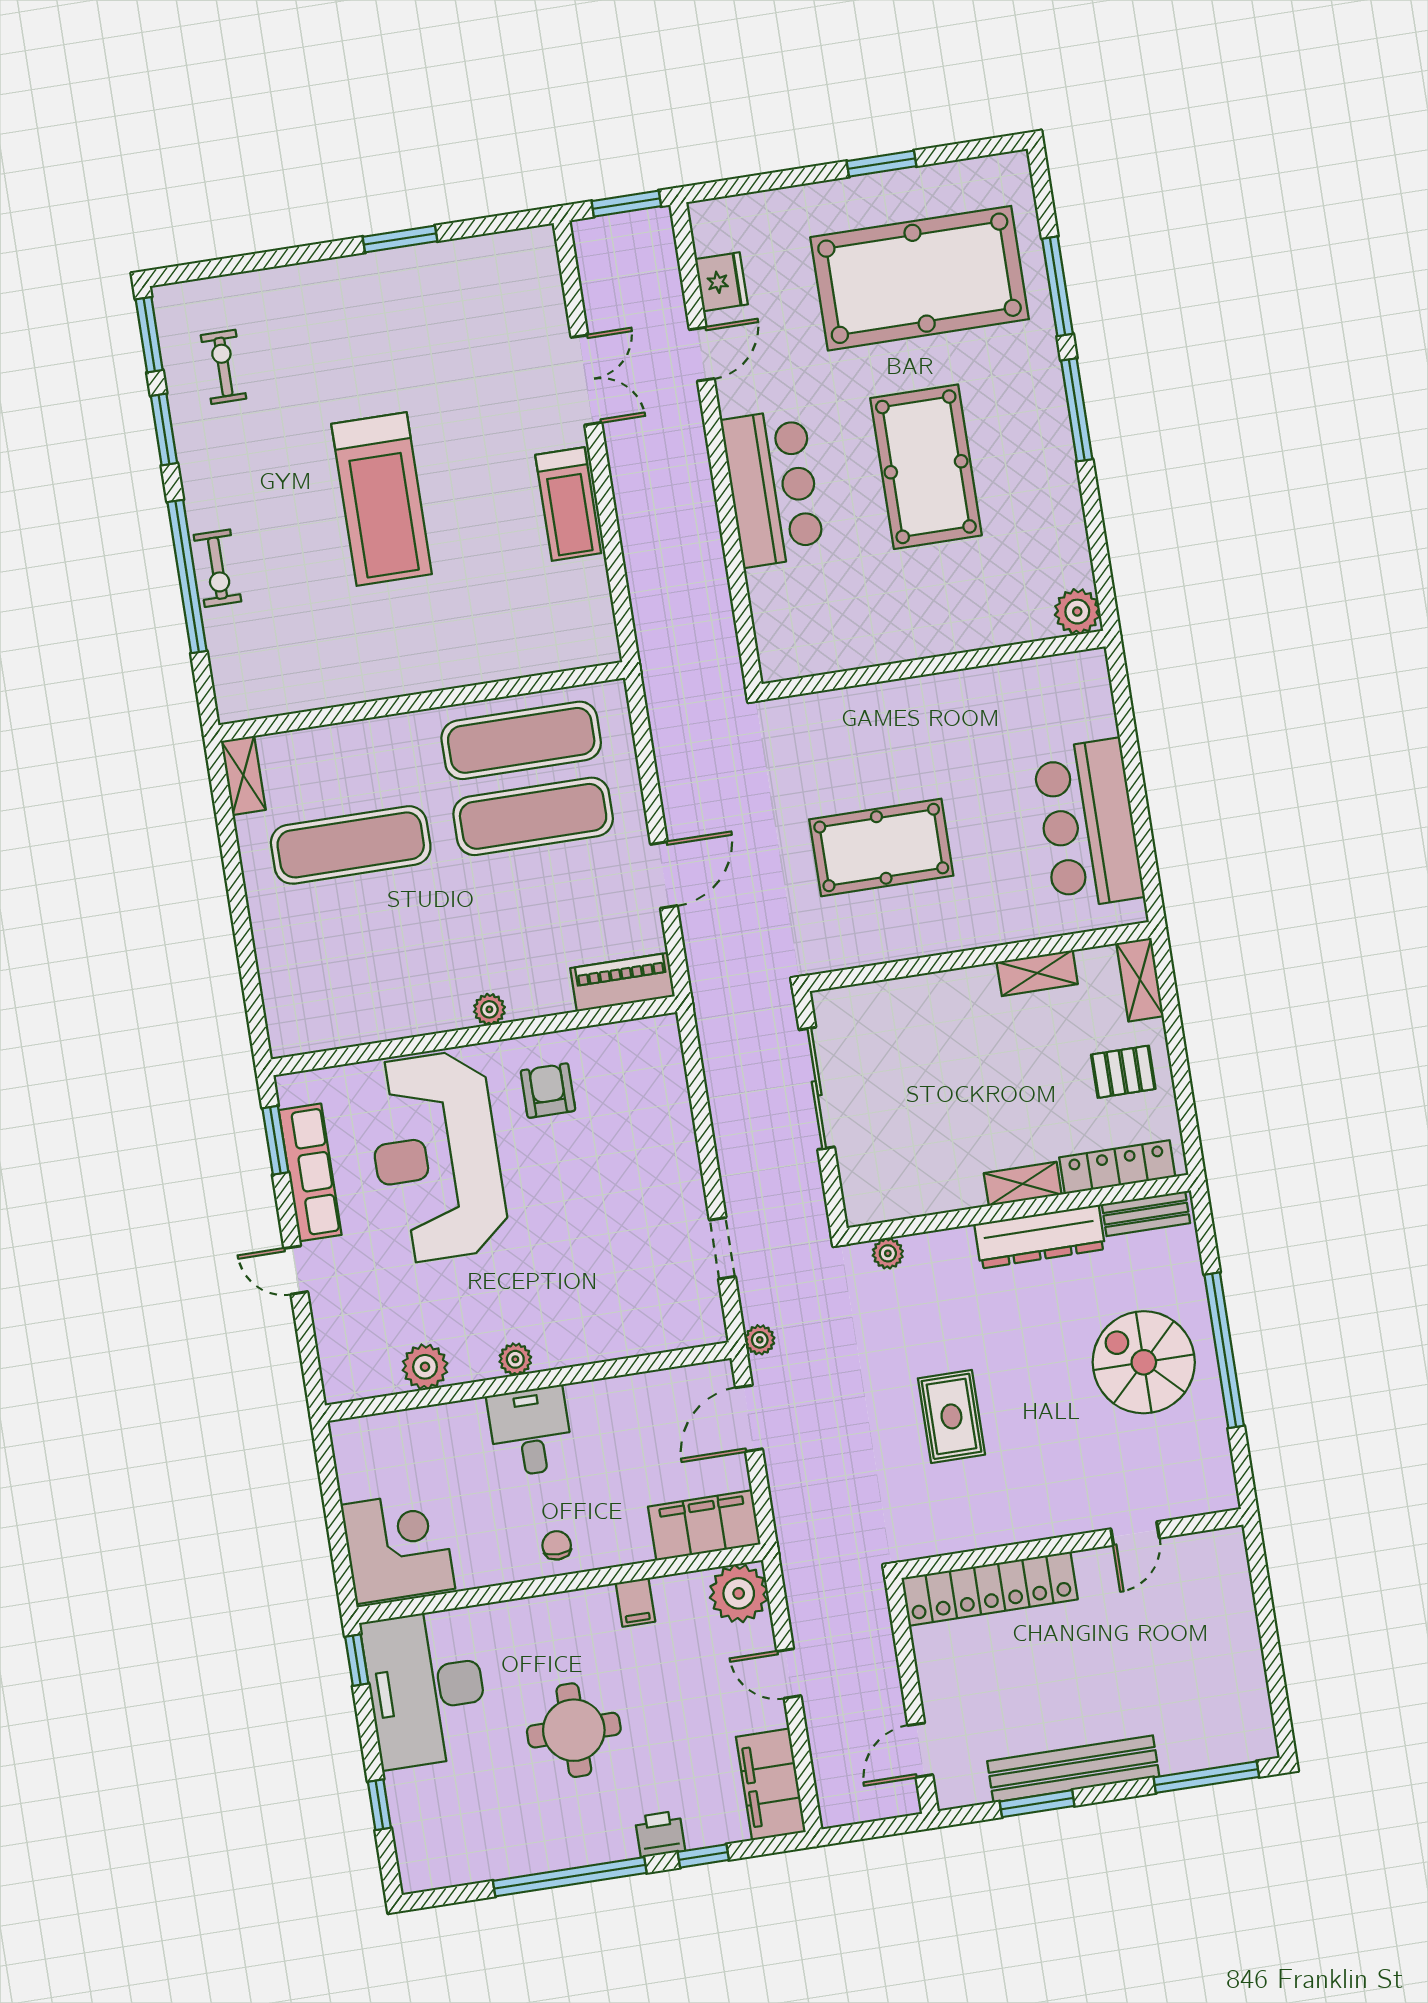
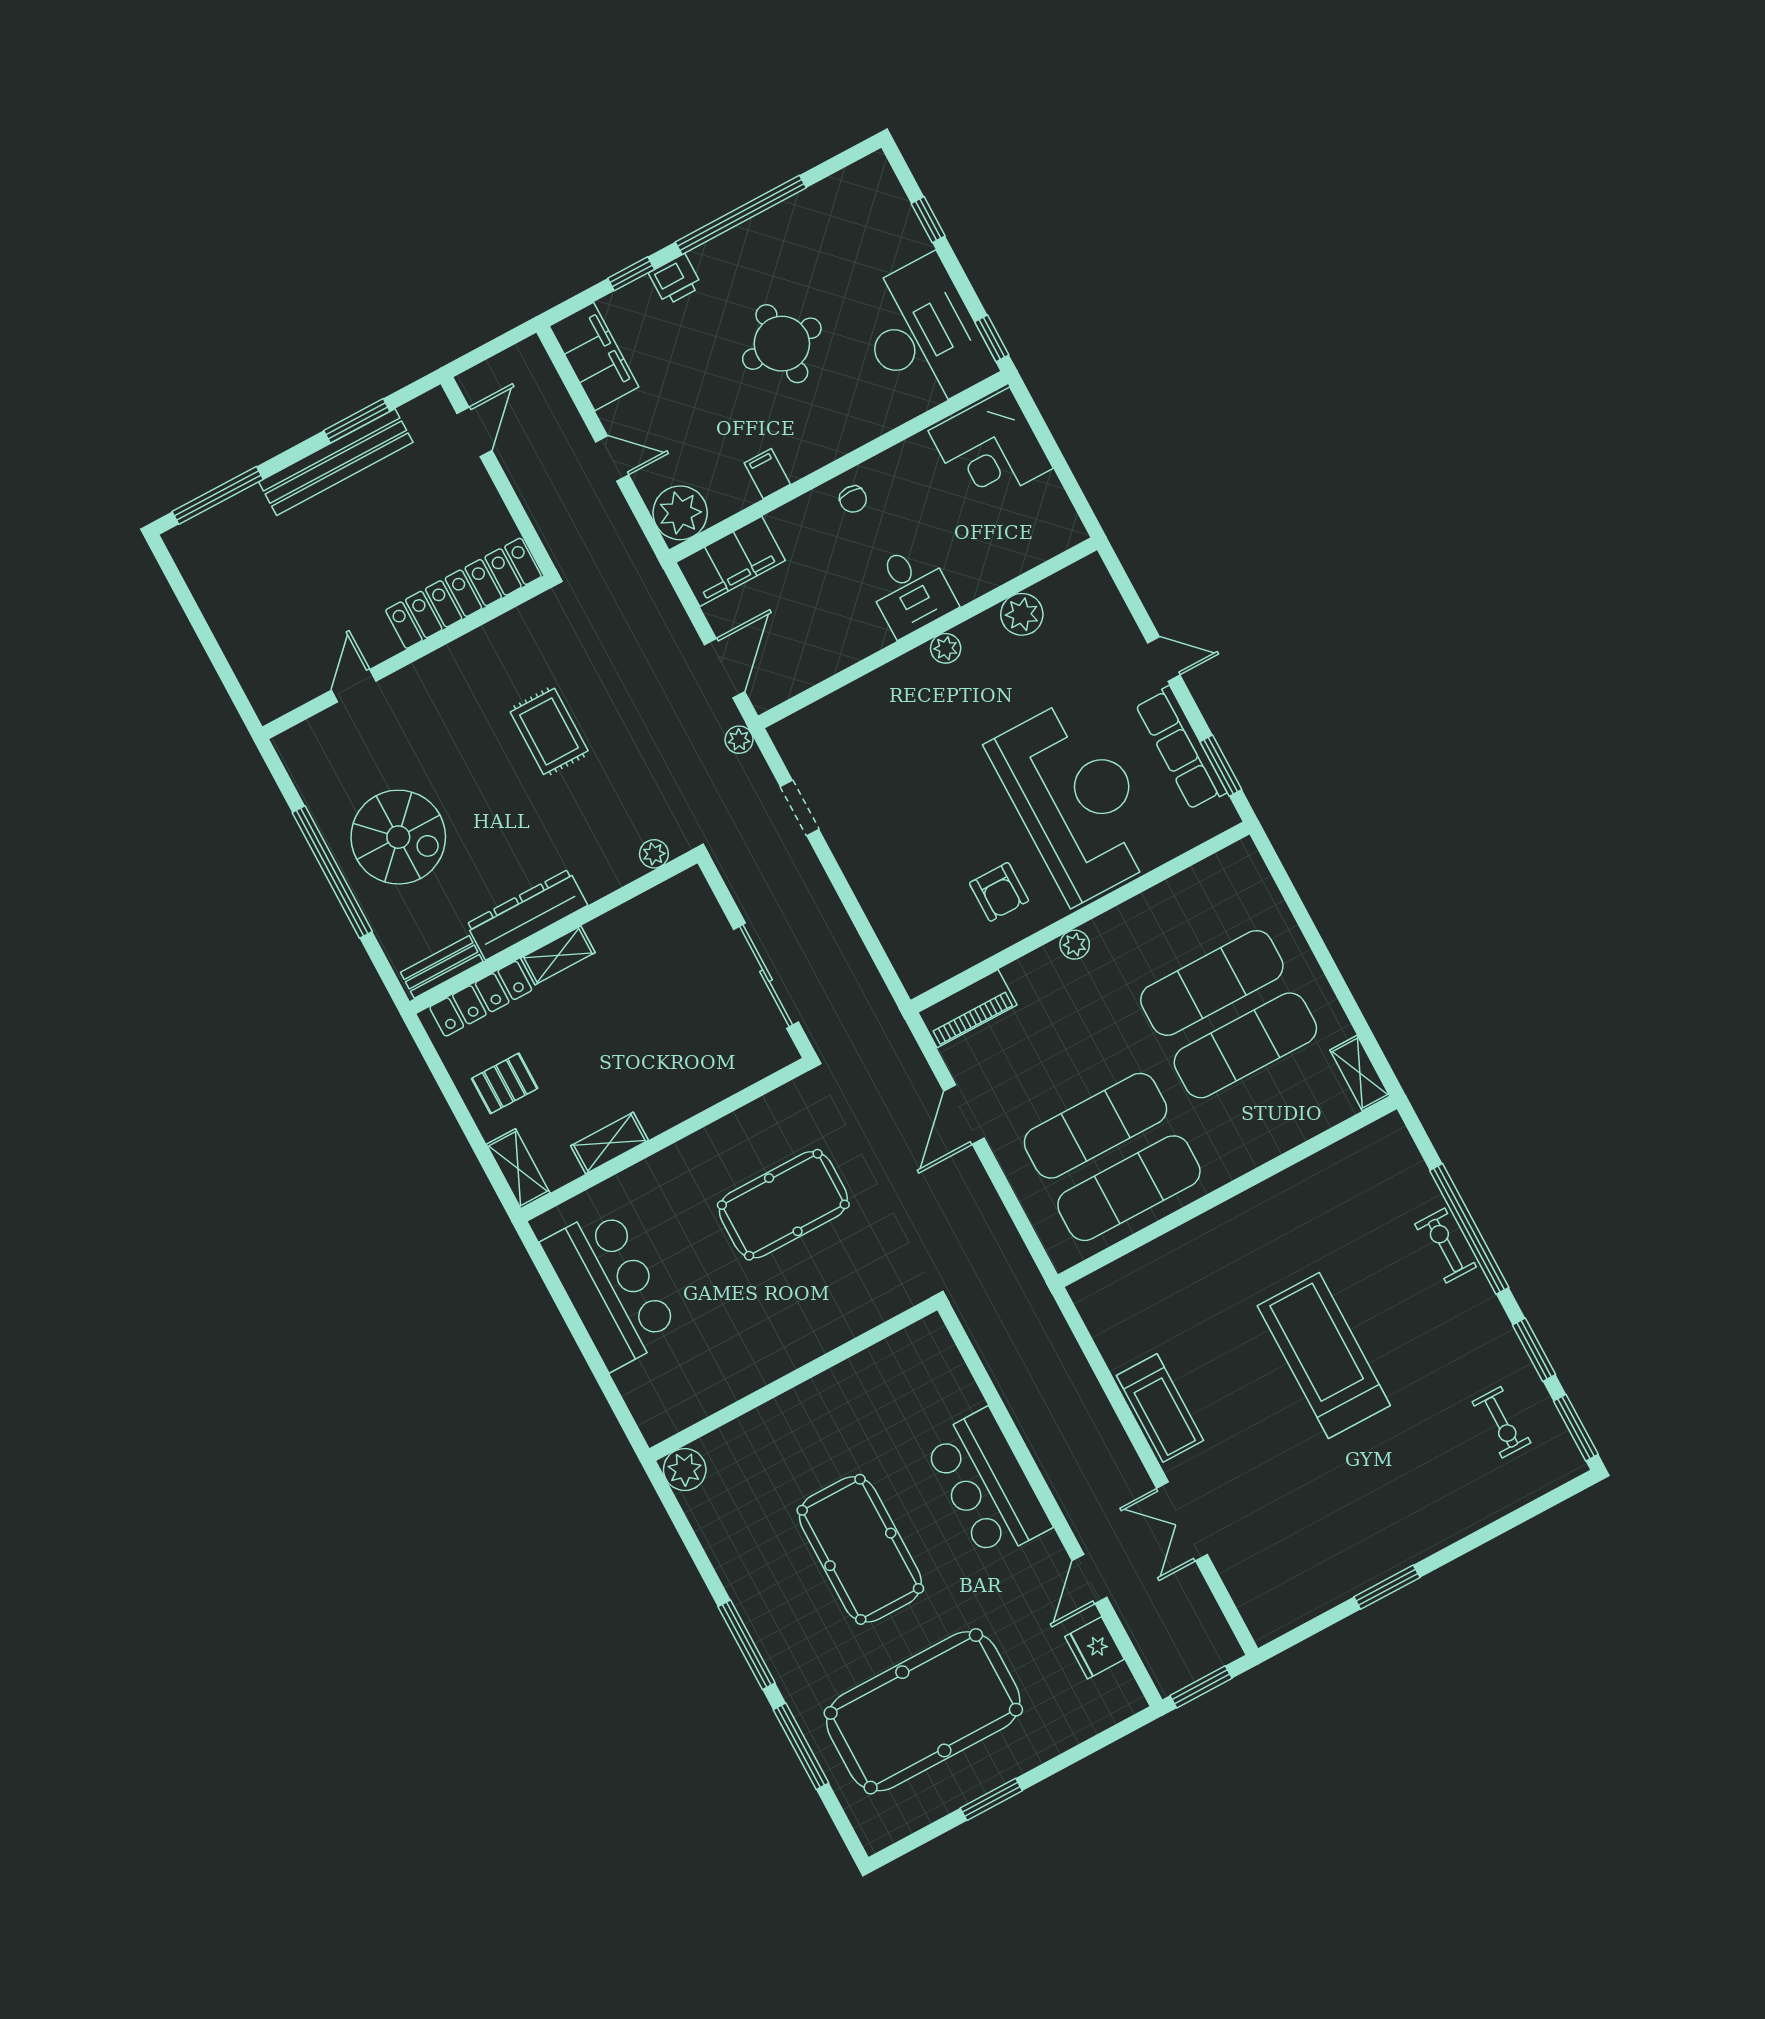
treadmill: (568, 504) -> (1160, 1408), turned 180
exercise mat: (363, 921) -> (1212, 983), added

